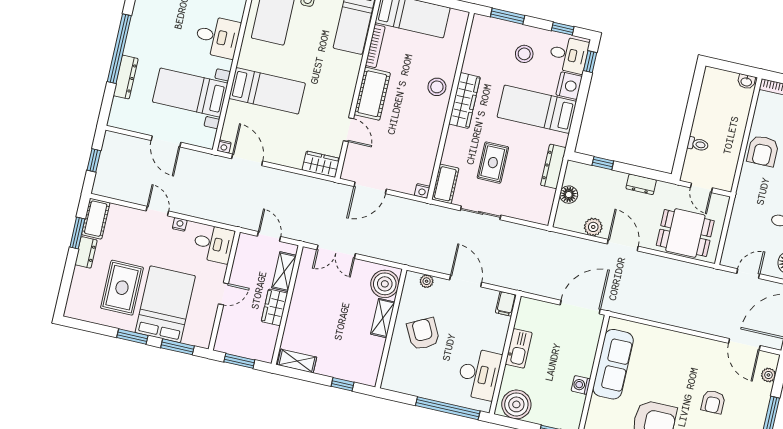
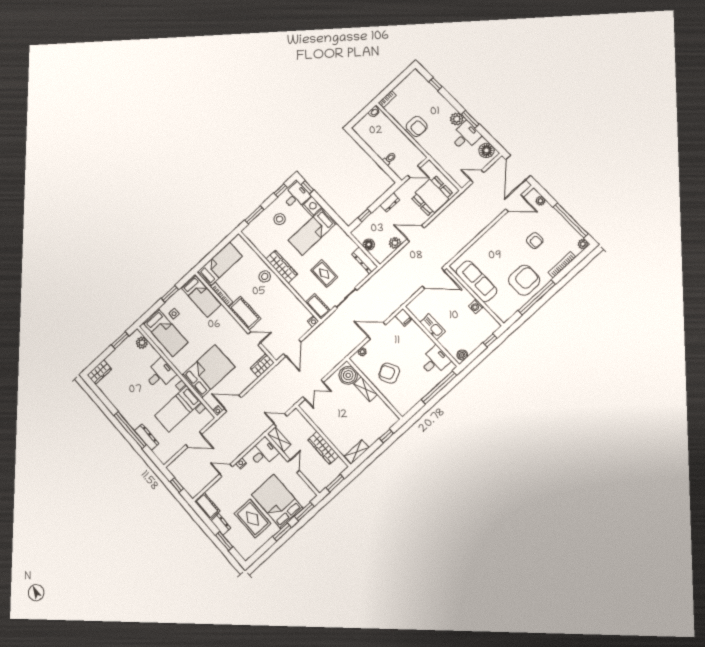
bed: (267, 91) -> (208, 371), width x1.50
dresser: (553, 166) -> (365, 260), moved
window: (77, 233) -> (224, 541), moved
shelving: (284, 272) -> (279, 439), moved
door: (748, 274) -> (477, 176), hinge flipped
wardrobe: (274, 307) -> (323, 448), width x1.50
door: (580, 307) -> (433, 278), swing flipped
desk: (479, 374) -> (435, 361), width x0.73
boiler: (516, 404) -> (462, 355), width x0.54, depth x0.54

